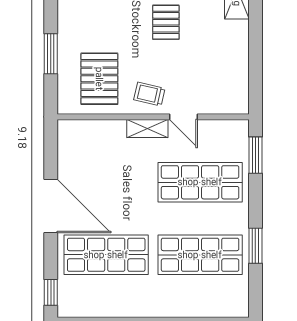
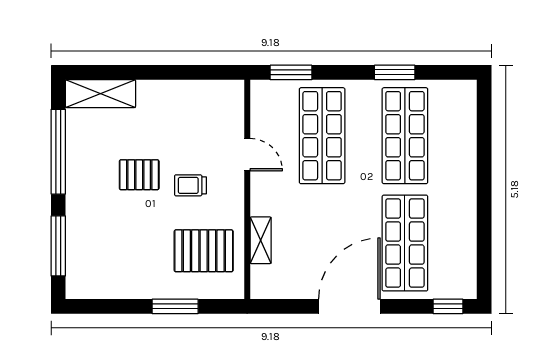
trolley: (149, 94) -> (190, 185), moved, turned 77
door: (184, 117) -> (247, 155), hinge flipped
shelving: (147, 129) -> (261, 240), moved

